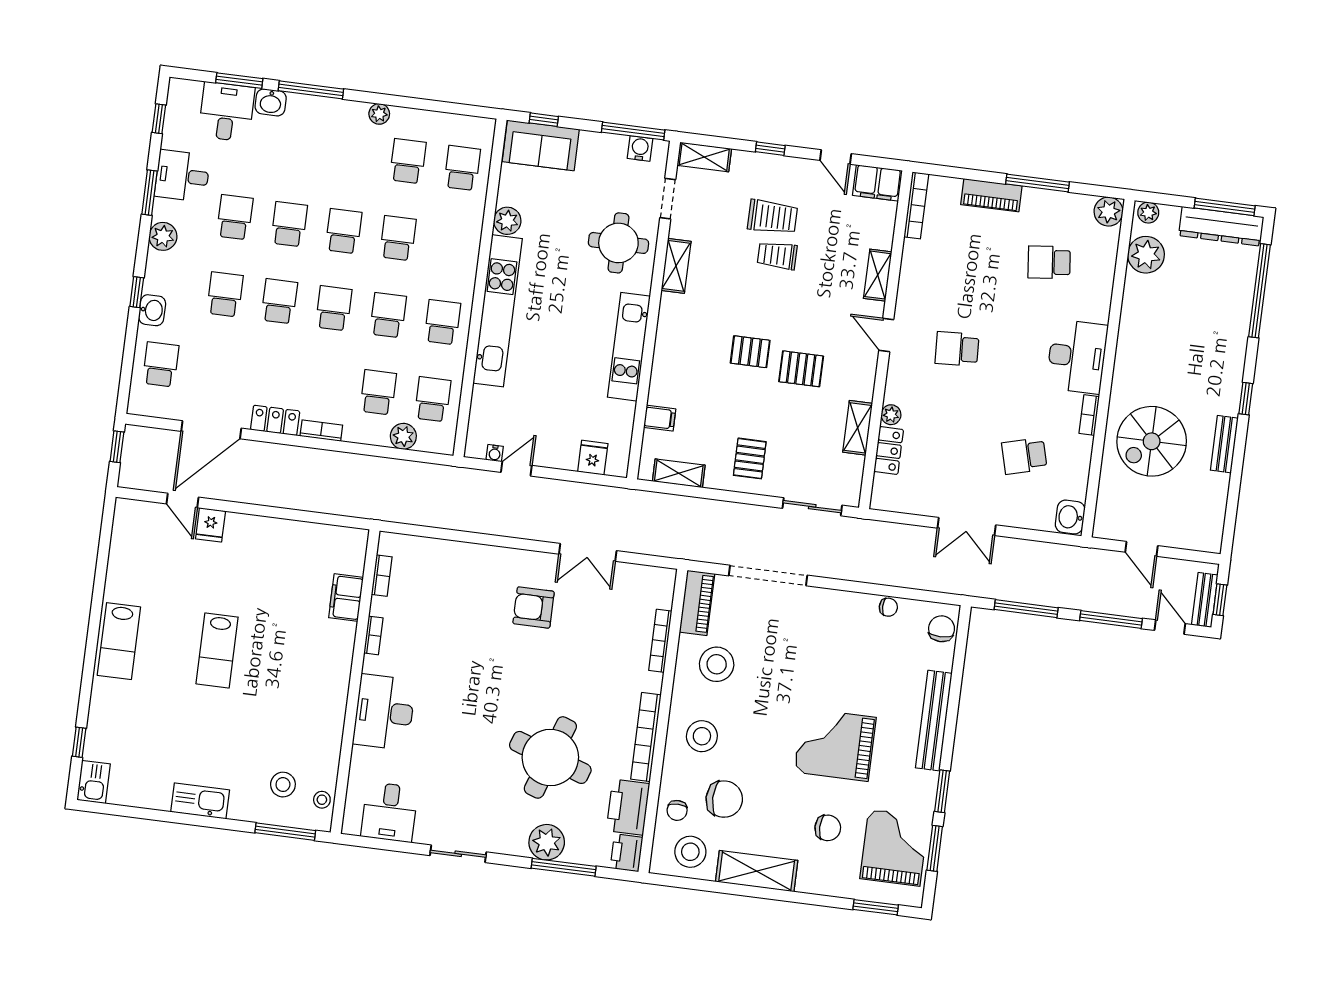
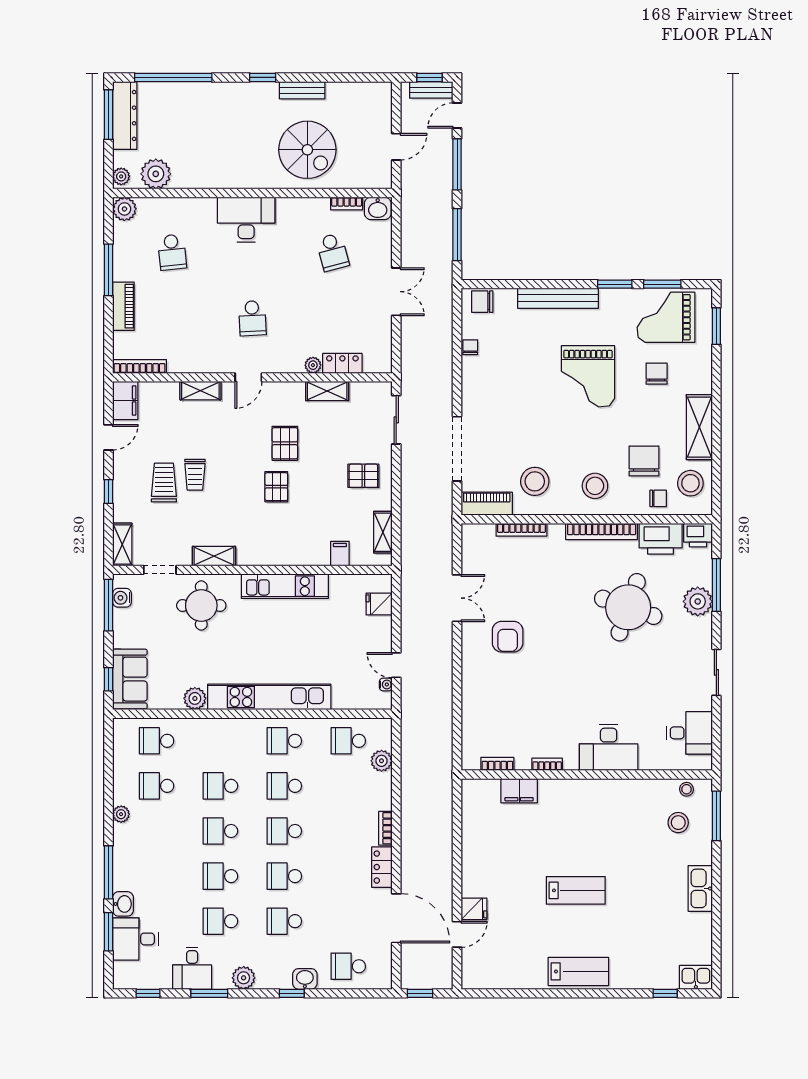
school desk: (378, 392) -> (348, 786), removed
bookcase: (1089, 415) -> (347, 203), moved

